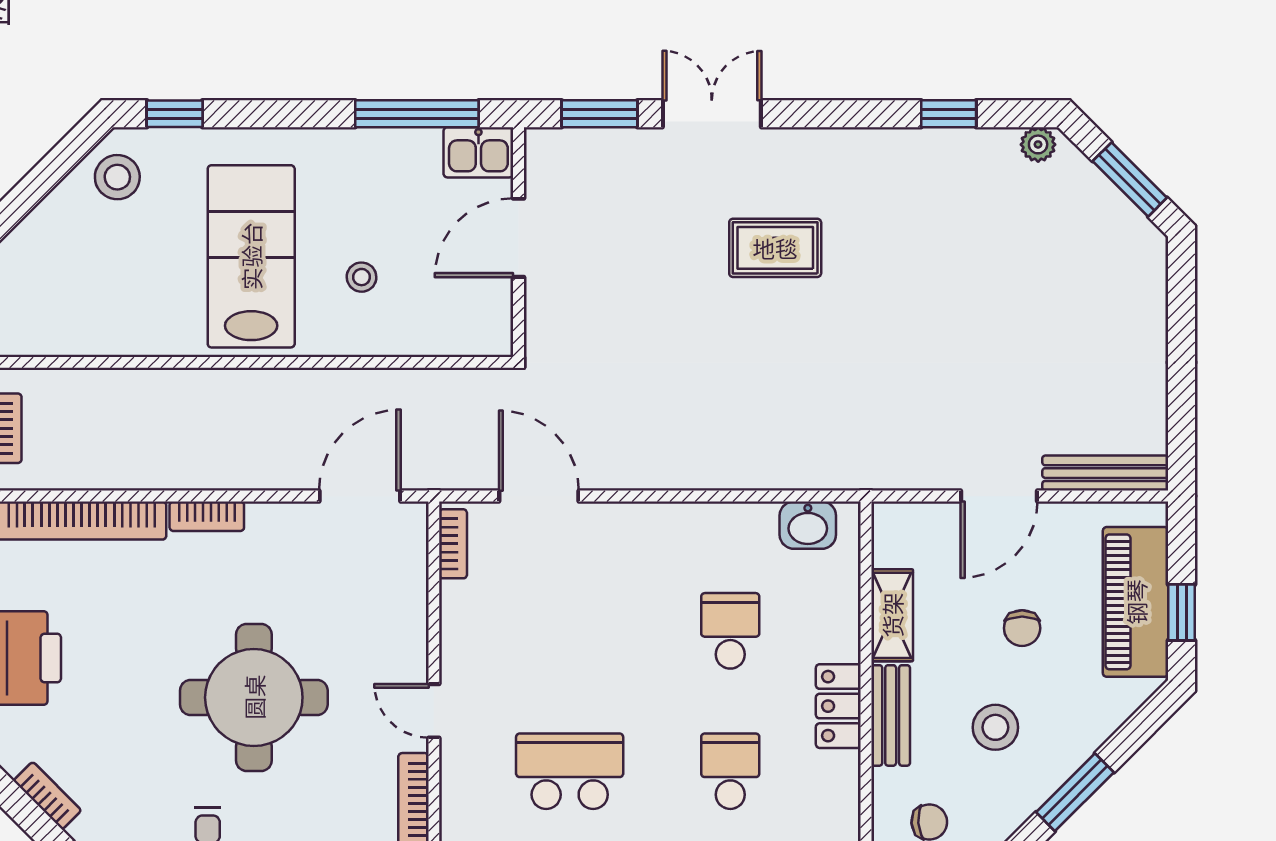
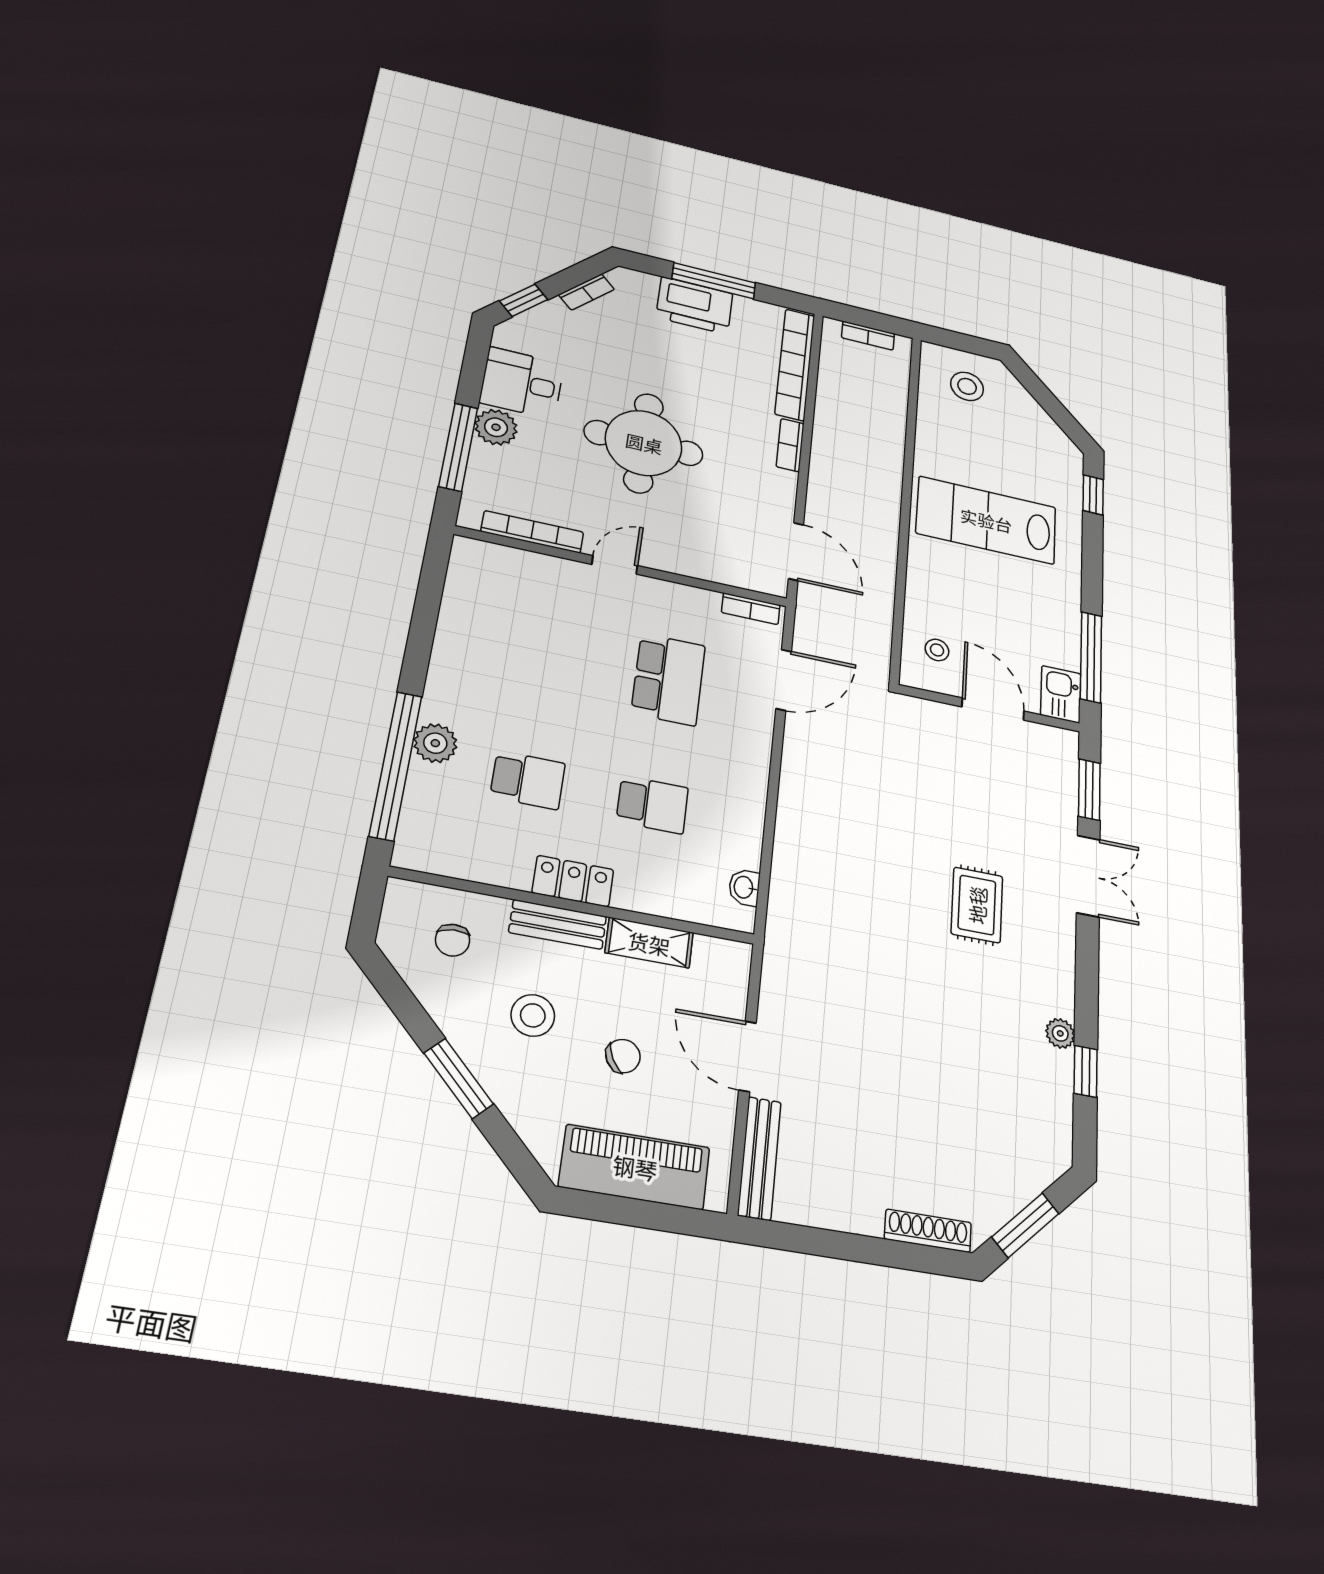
plant: (1038, 144) -> (1060, 1033), moved
stool: (117, 177) -> (967, 386), moved
lab bench: (251, 256) -> (986, 520), turned 180
stool: (362, 277) -> (937, 650), moved
shoe rack: (1152, 287) -> (928, 1231), added
washbasin: (808, 525) -> (744, 887), width x0.72, depth x0.69
window: (1182, 612) -> (619, 1210), removed
chair: (1022, 628) -> (623, 1056), turned 152
school desk: (570, 771) -> (668, 679), moved

